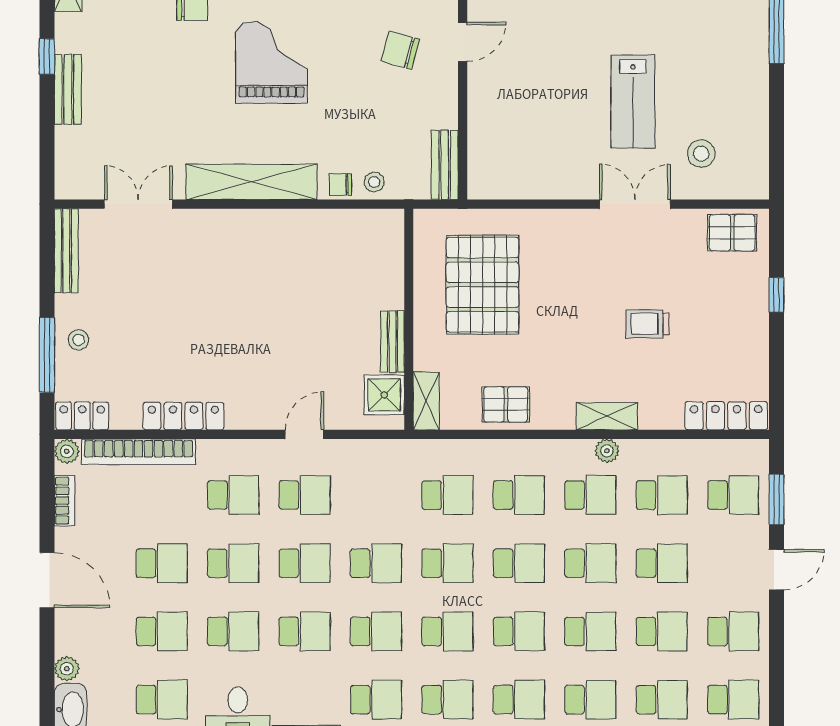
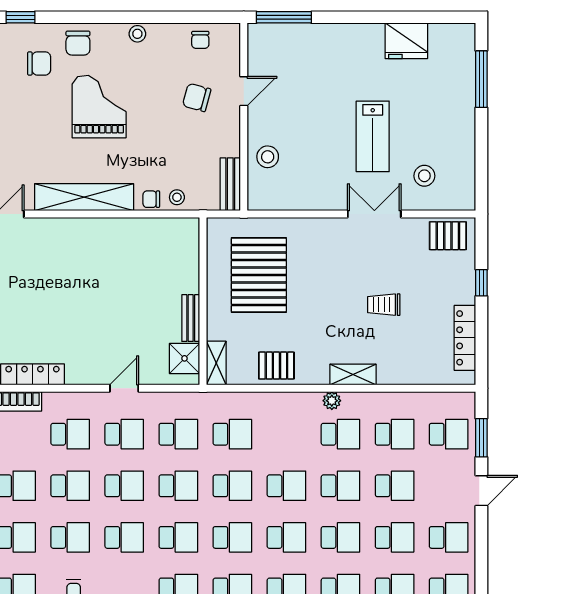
stool: (494, 129) -> (268, 157), added
locker: (726, 416) -> (465, 338), moved, turned -90
plant: (607, 451) -> (332, 401), moved
school desk: (519, 495) -> (178, 434), moved

